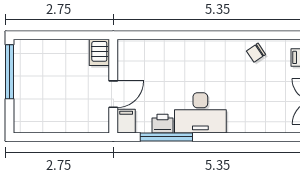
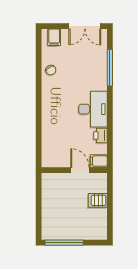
server rack: (99, 52) -> (98, 200), moved, turned 180
window: (166, 137) -> (110, 68), moved

